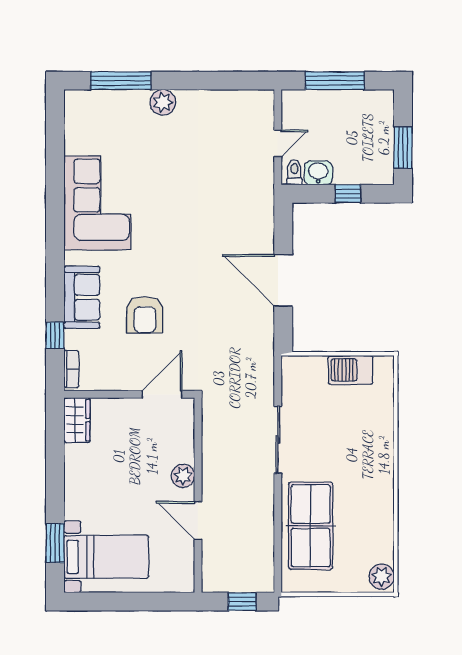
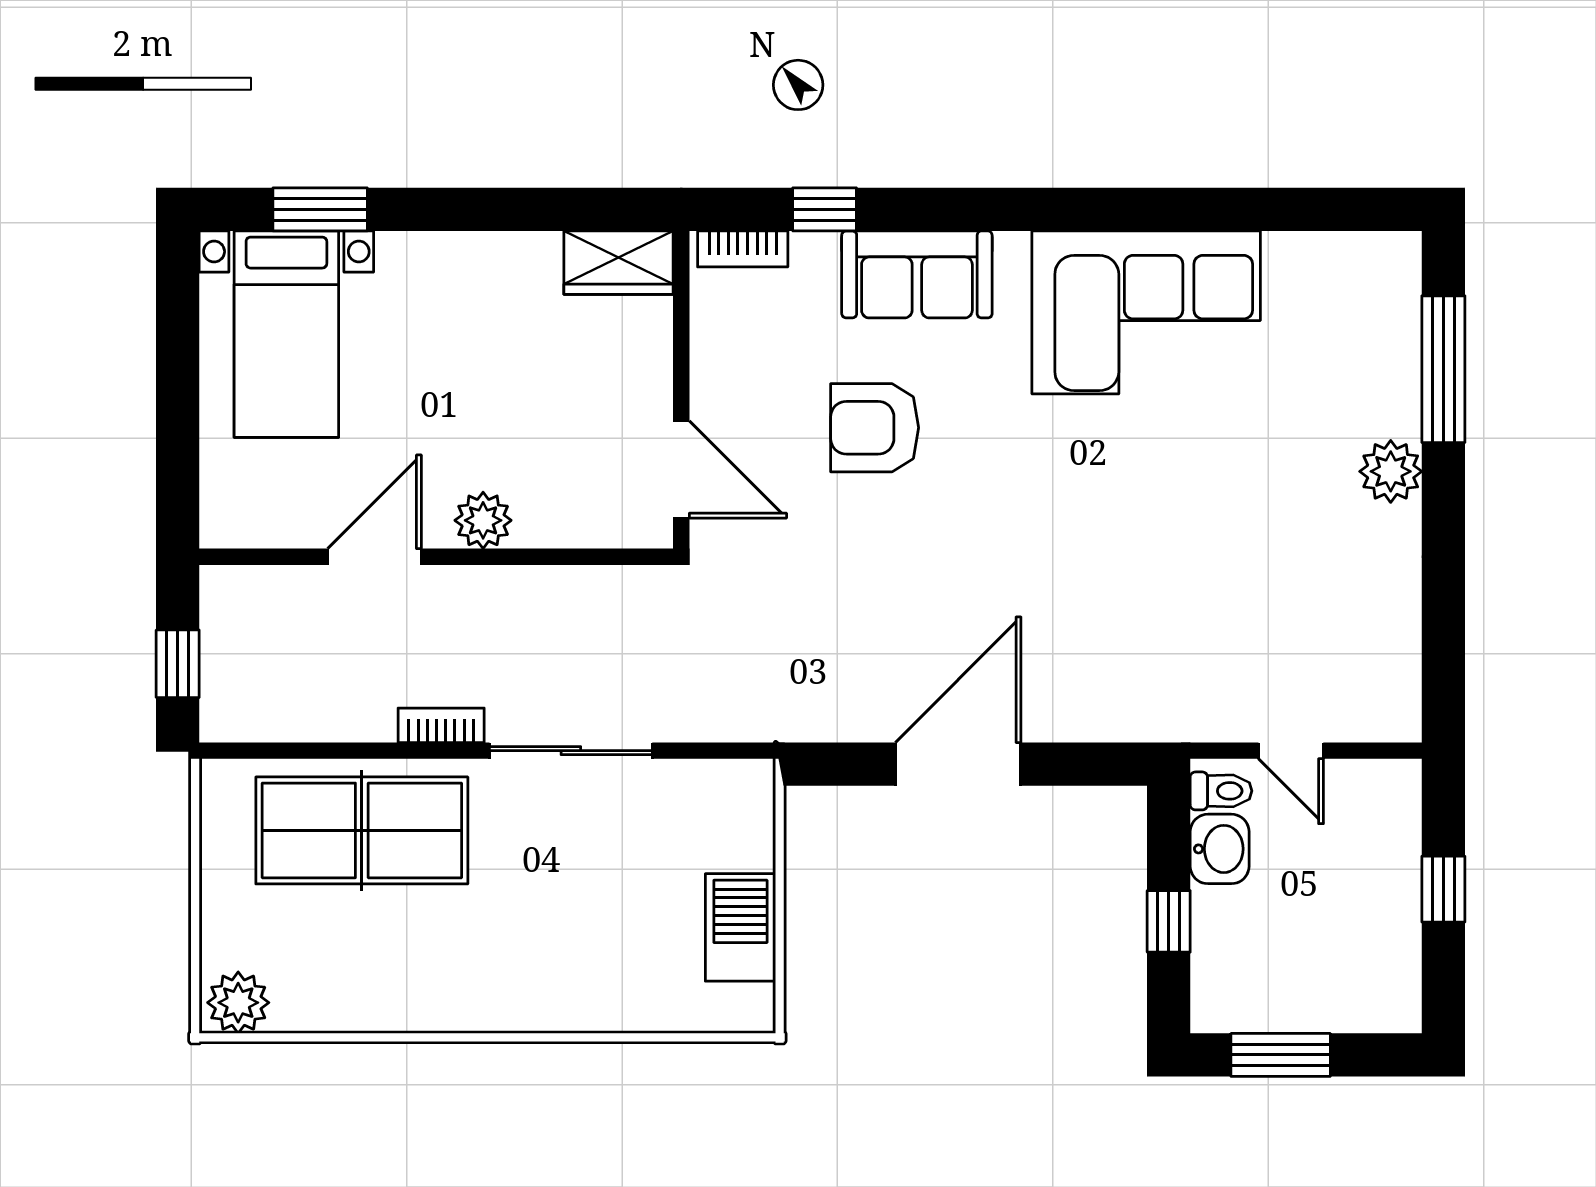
window: (335, 81) -> (1443, 889), width x0.46
bookcase: (267, 493) -> (441, 725), added

